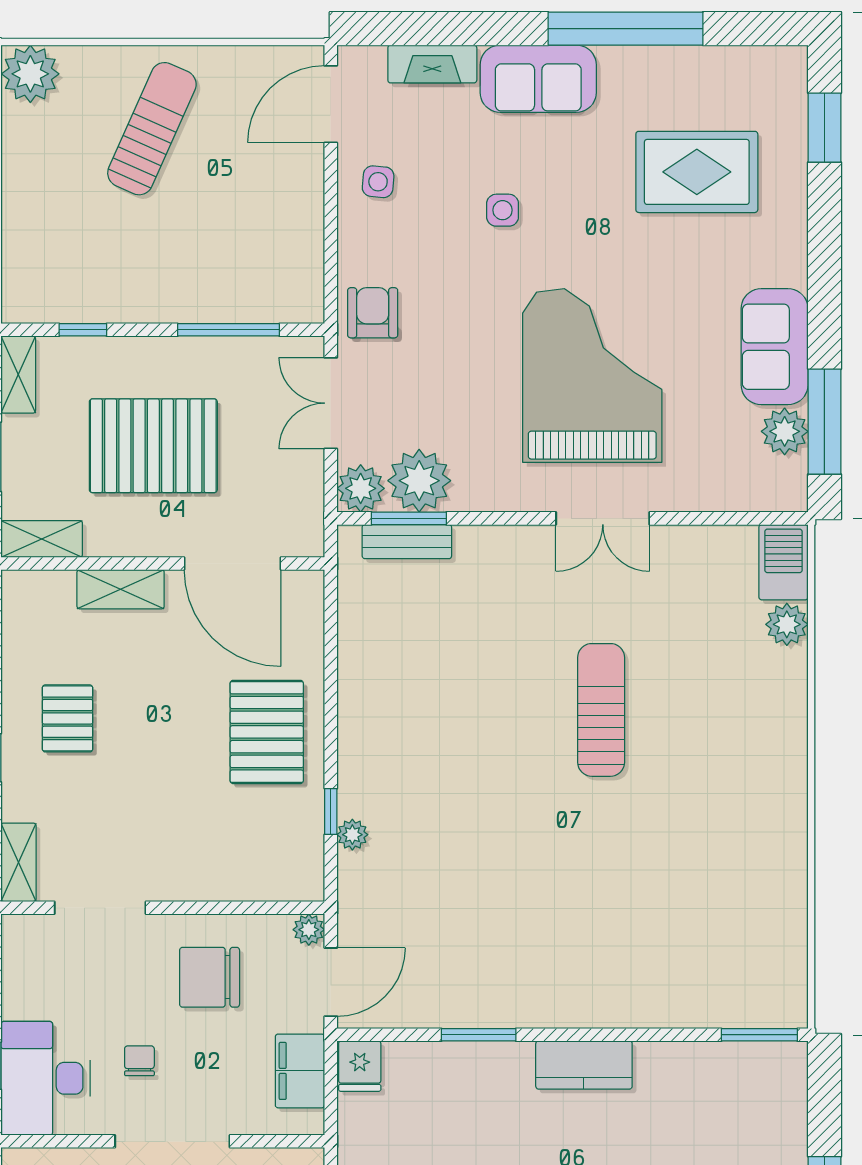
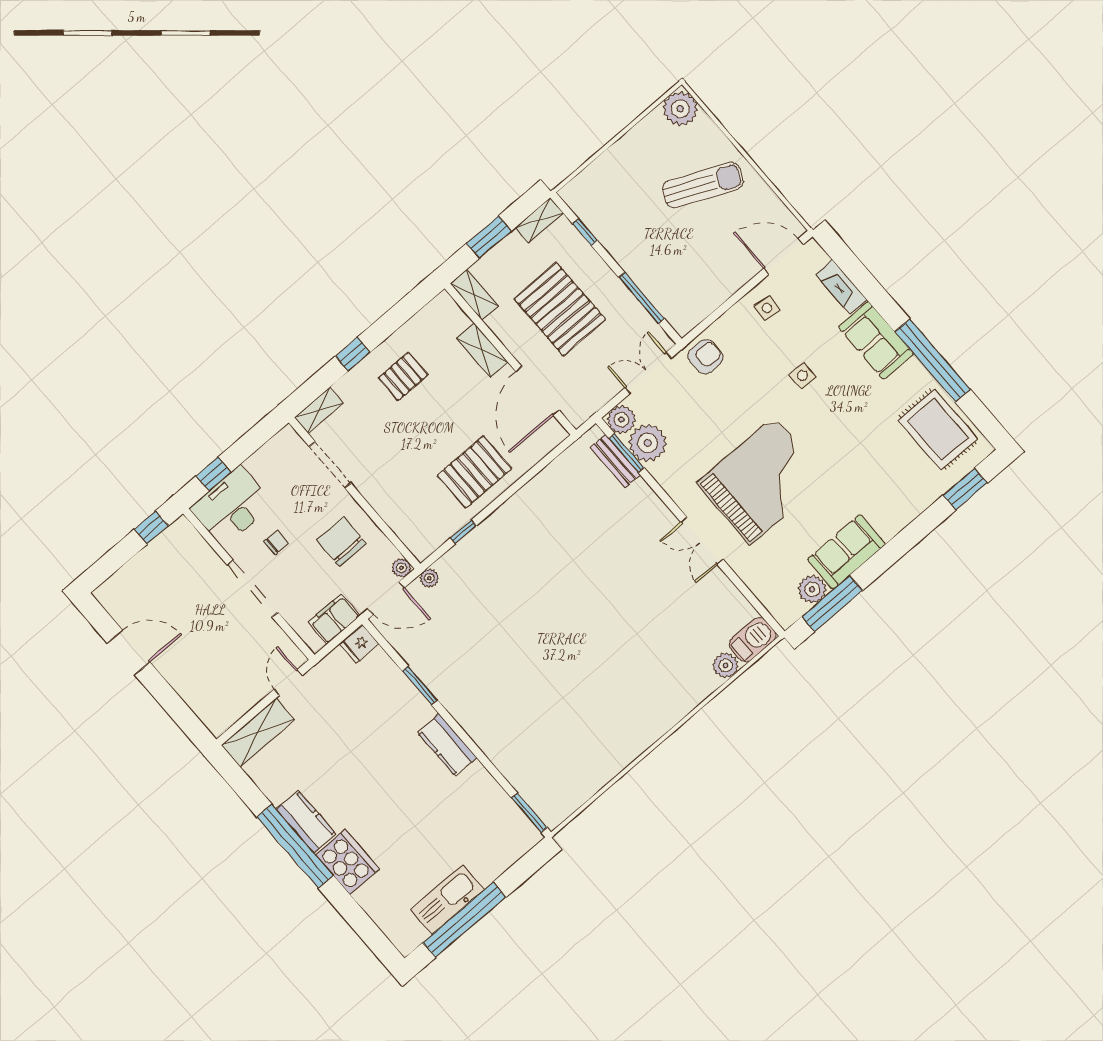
rug: (697, 172) -> (938, 429), moved
sun lounger: (601, 710) -> (615, 615), removed
plant: (352, 835) -> (429, 578), moved

